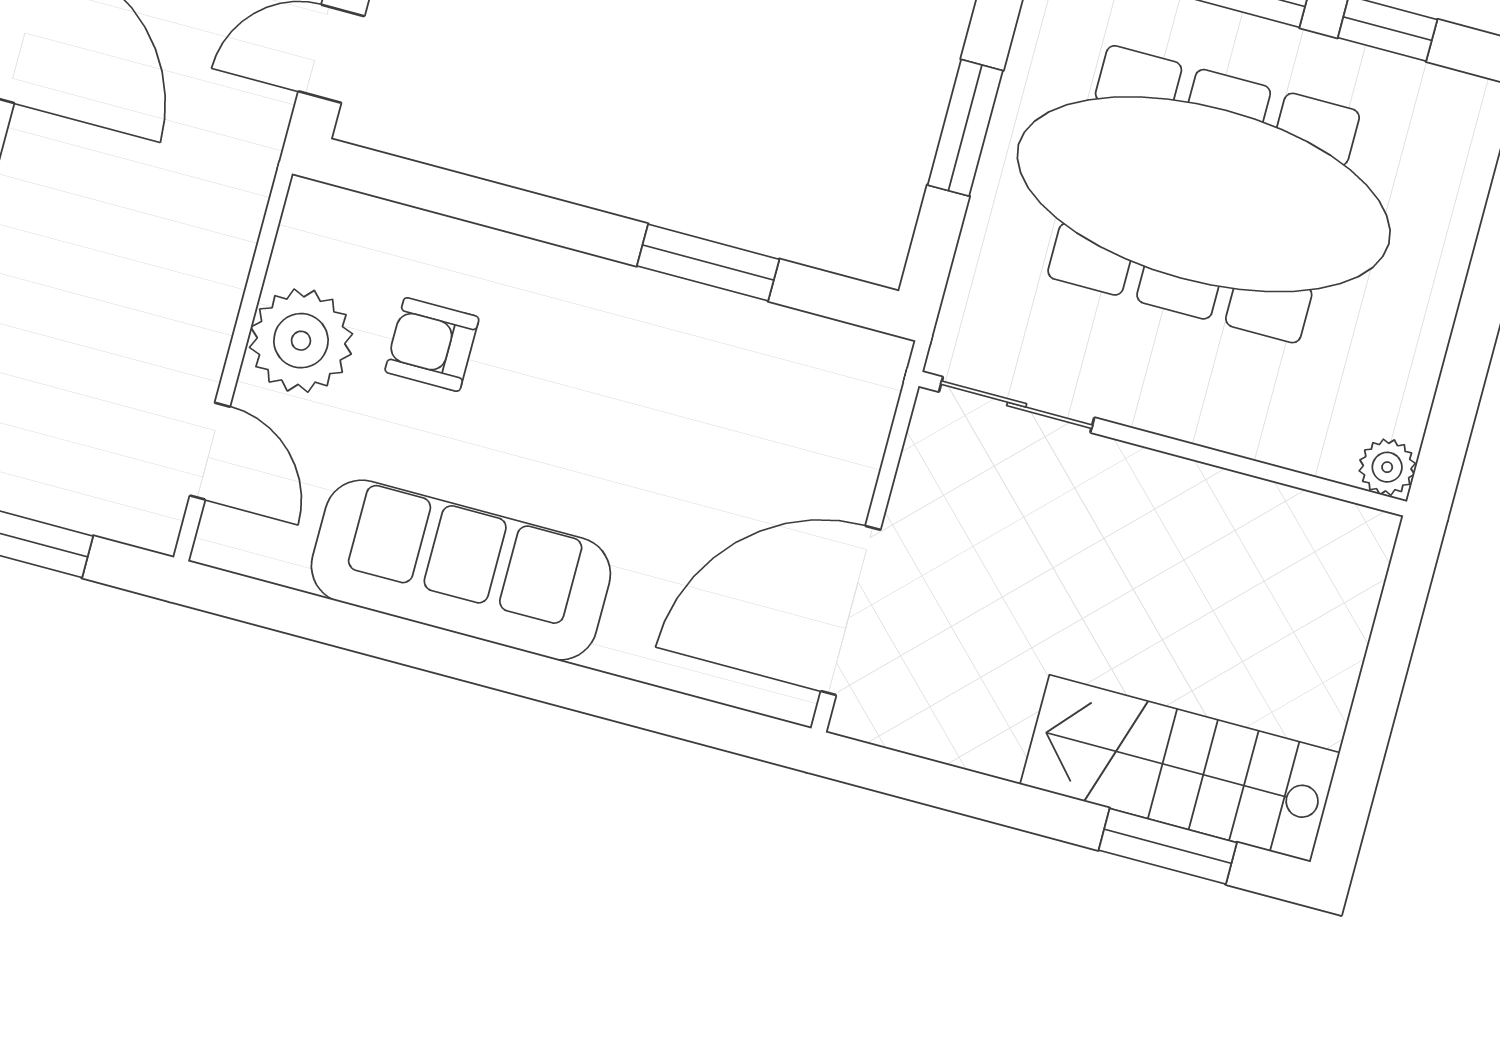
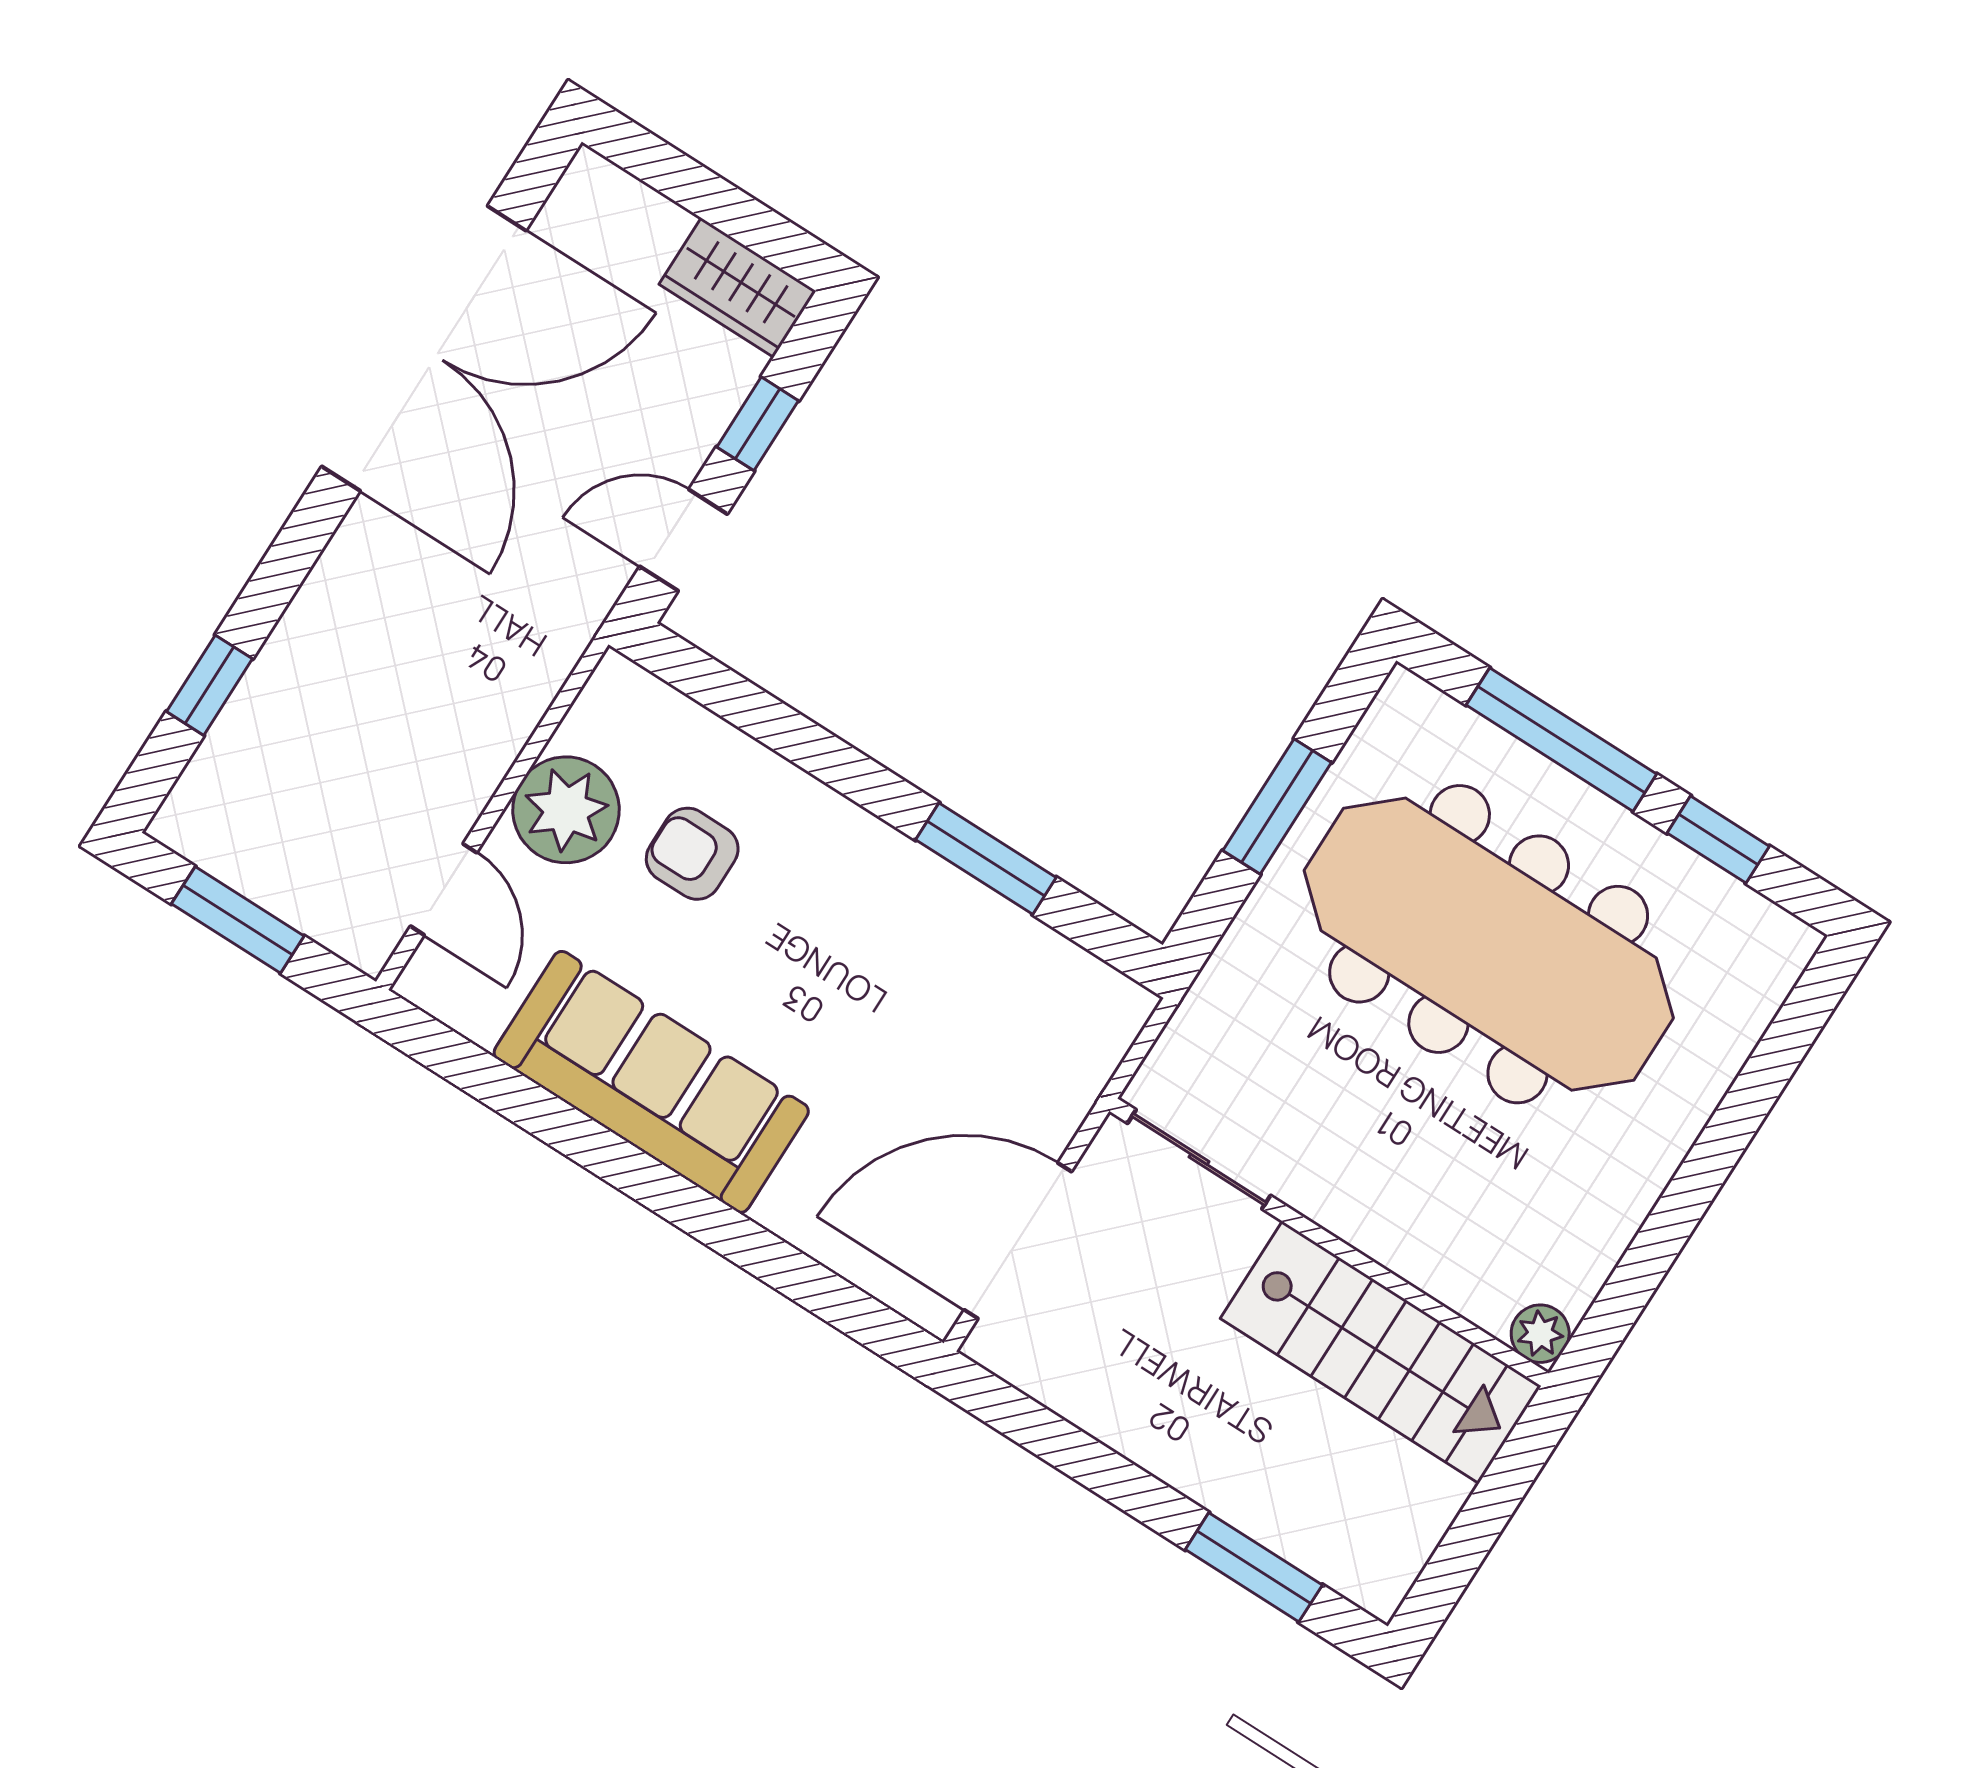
sliding door: (1017, 405) -> (1199, 1159), moved
wall: (1163, 444) -> (1329, 1242), moved
plant: (1387, 467) -> (1540, 1334), moved
stairs: (1180, 768) -> (1381, 1352), moved, turned 180

